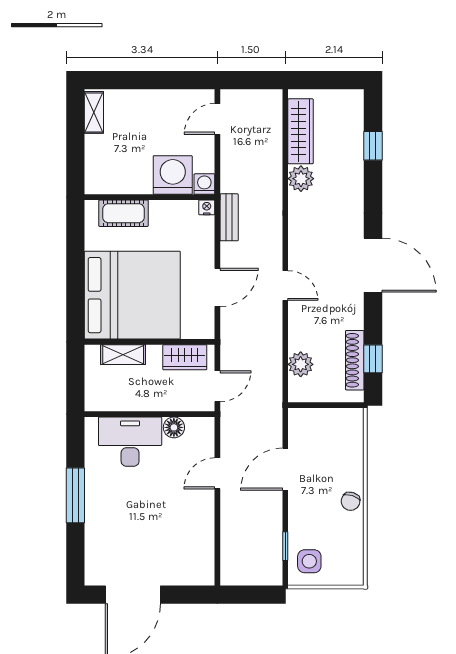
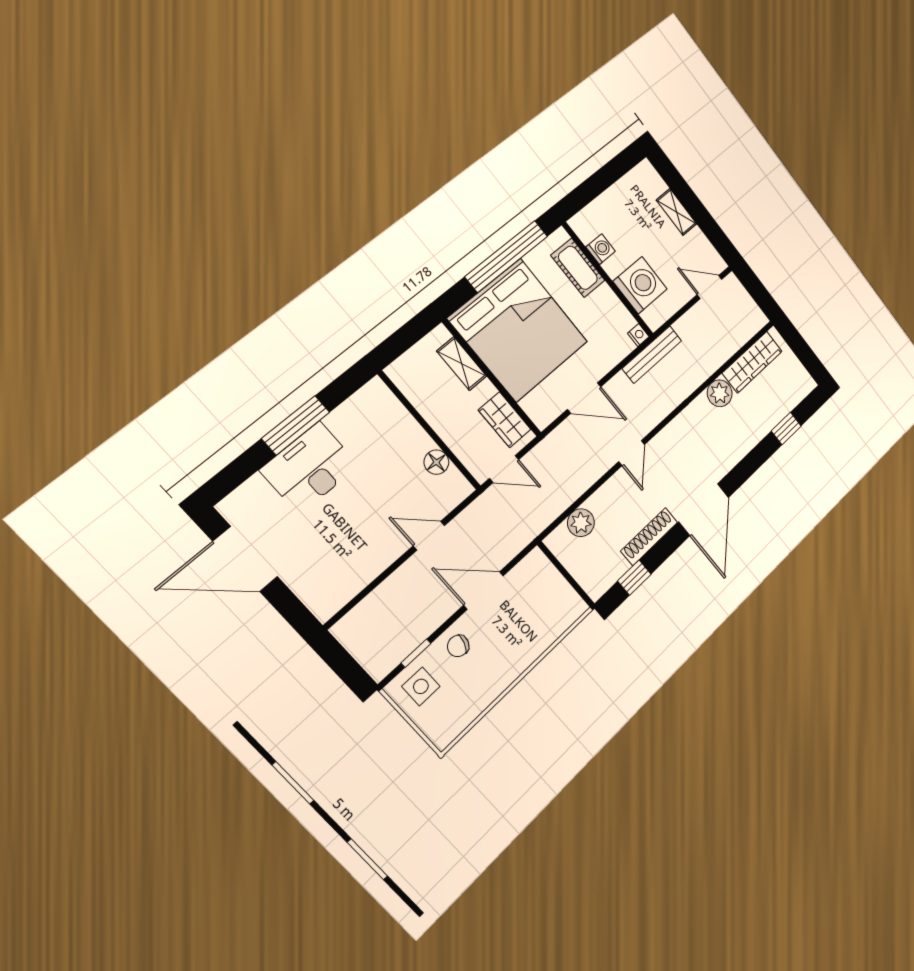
shelving: (94, 112) -> (677, 212), moved, turned 90
washing machine: (204, 184) -> (601, 249), moved
bench: (229, 217) -> (652, 354), width x1.36
window: (75, 260) -> (507, 256), added
shoe rack: (355, 360) -> (649, 537), moved
desk: (130, 442) -> (310, 468), moved, turned -90
chair: (351, 501) -> (458, 646), moved

